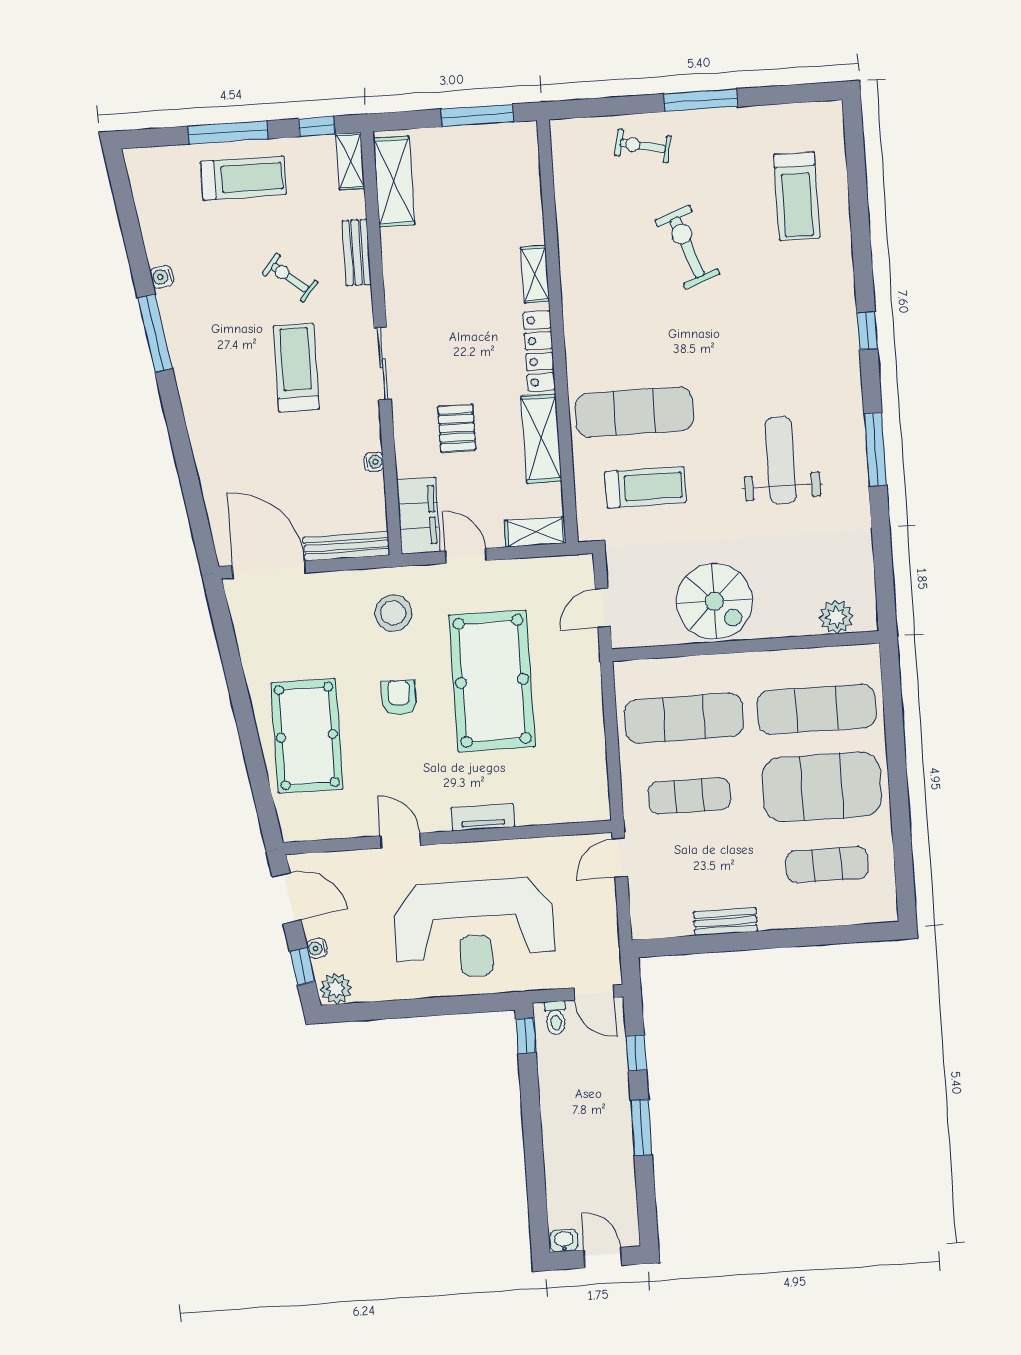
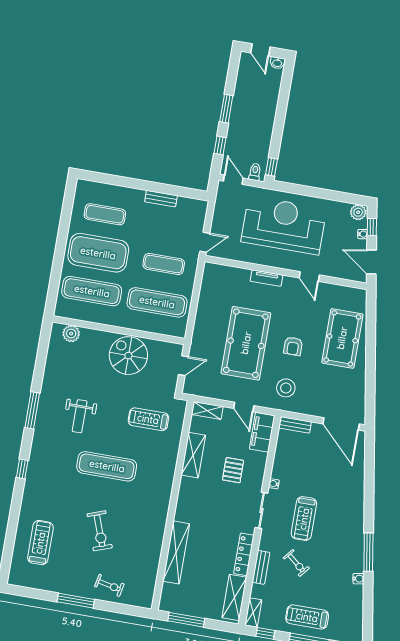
shelving: (535, 274) -> (176, 552), width x2.20, depth x1.33
locker: (539, 351) -> (244, 554), moved, turned 180
exercise mat: (634, 412) -> (107, 466), moved
weight bench: (781, 460) -> (80, 416), width x0.73, depth x0.75
water cooler: (374, 462) -> (274, 484), moved
bench: (346, 546) -> (295, 425), width x0.73

